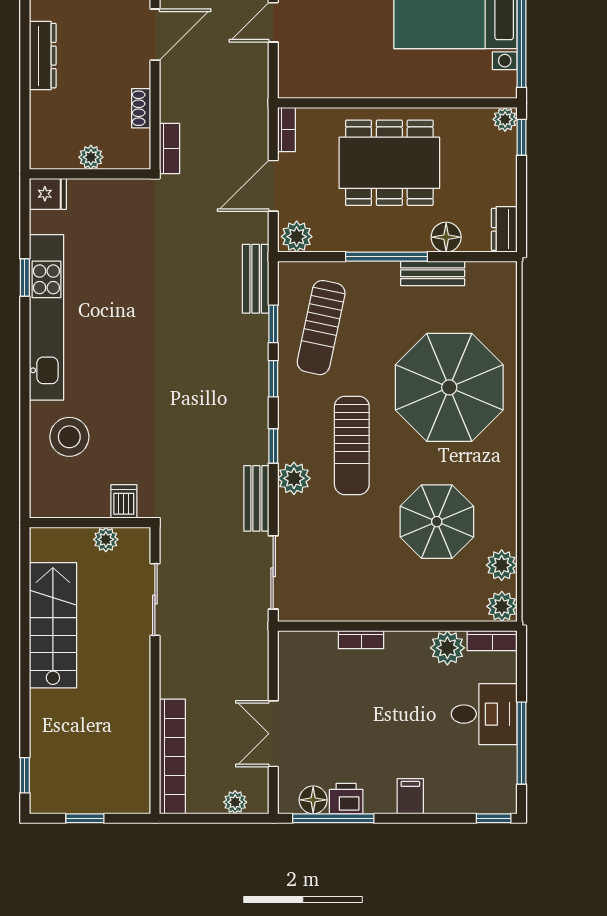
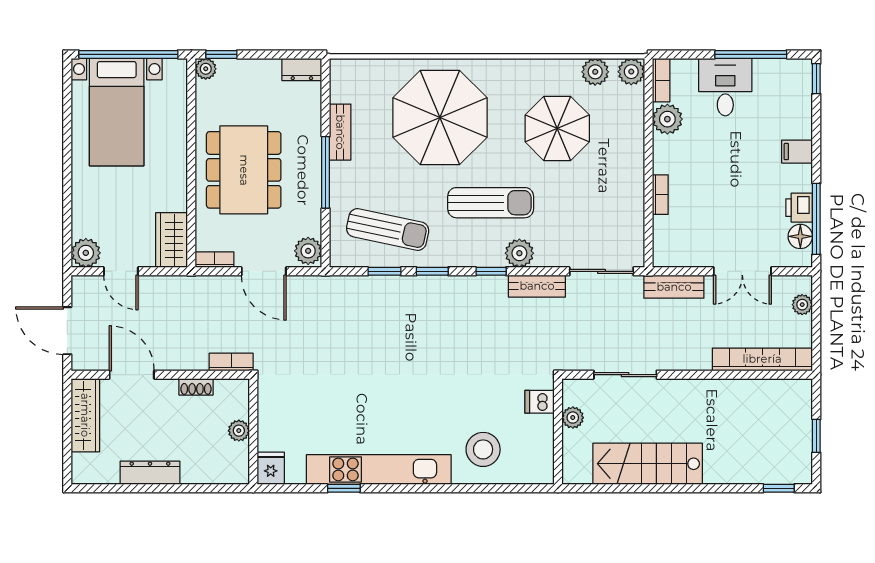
wardrobe: (309, 80) -> (172, 240), added
floor lamp: (446, 237) -> (309, 120), removed
bench: (256, 279) -> (674, 287), moved

